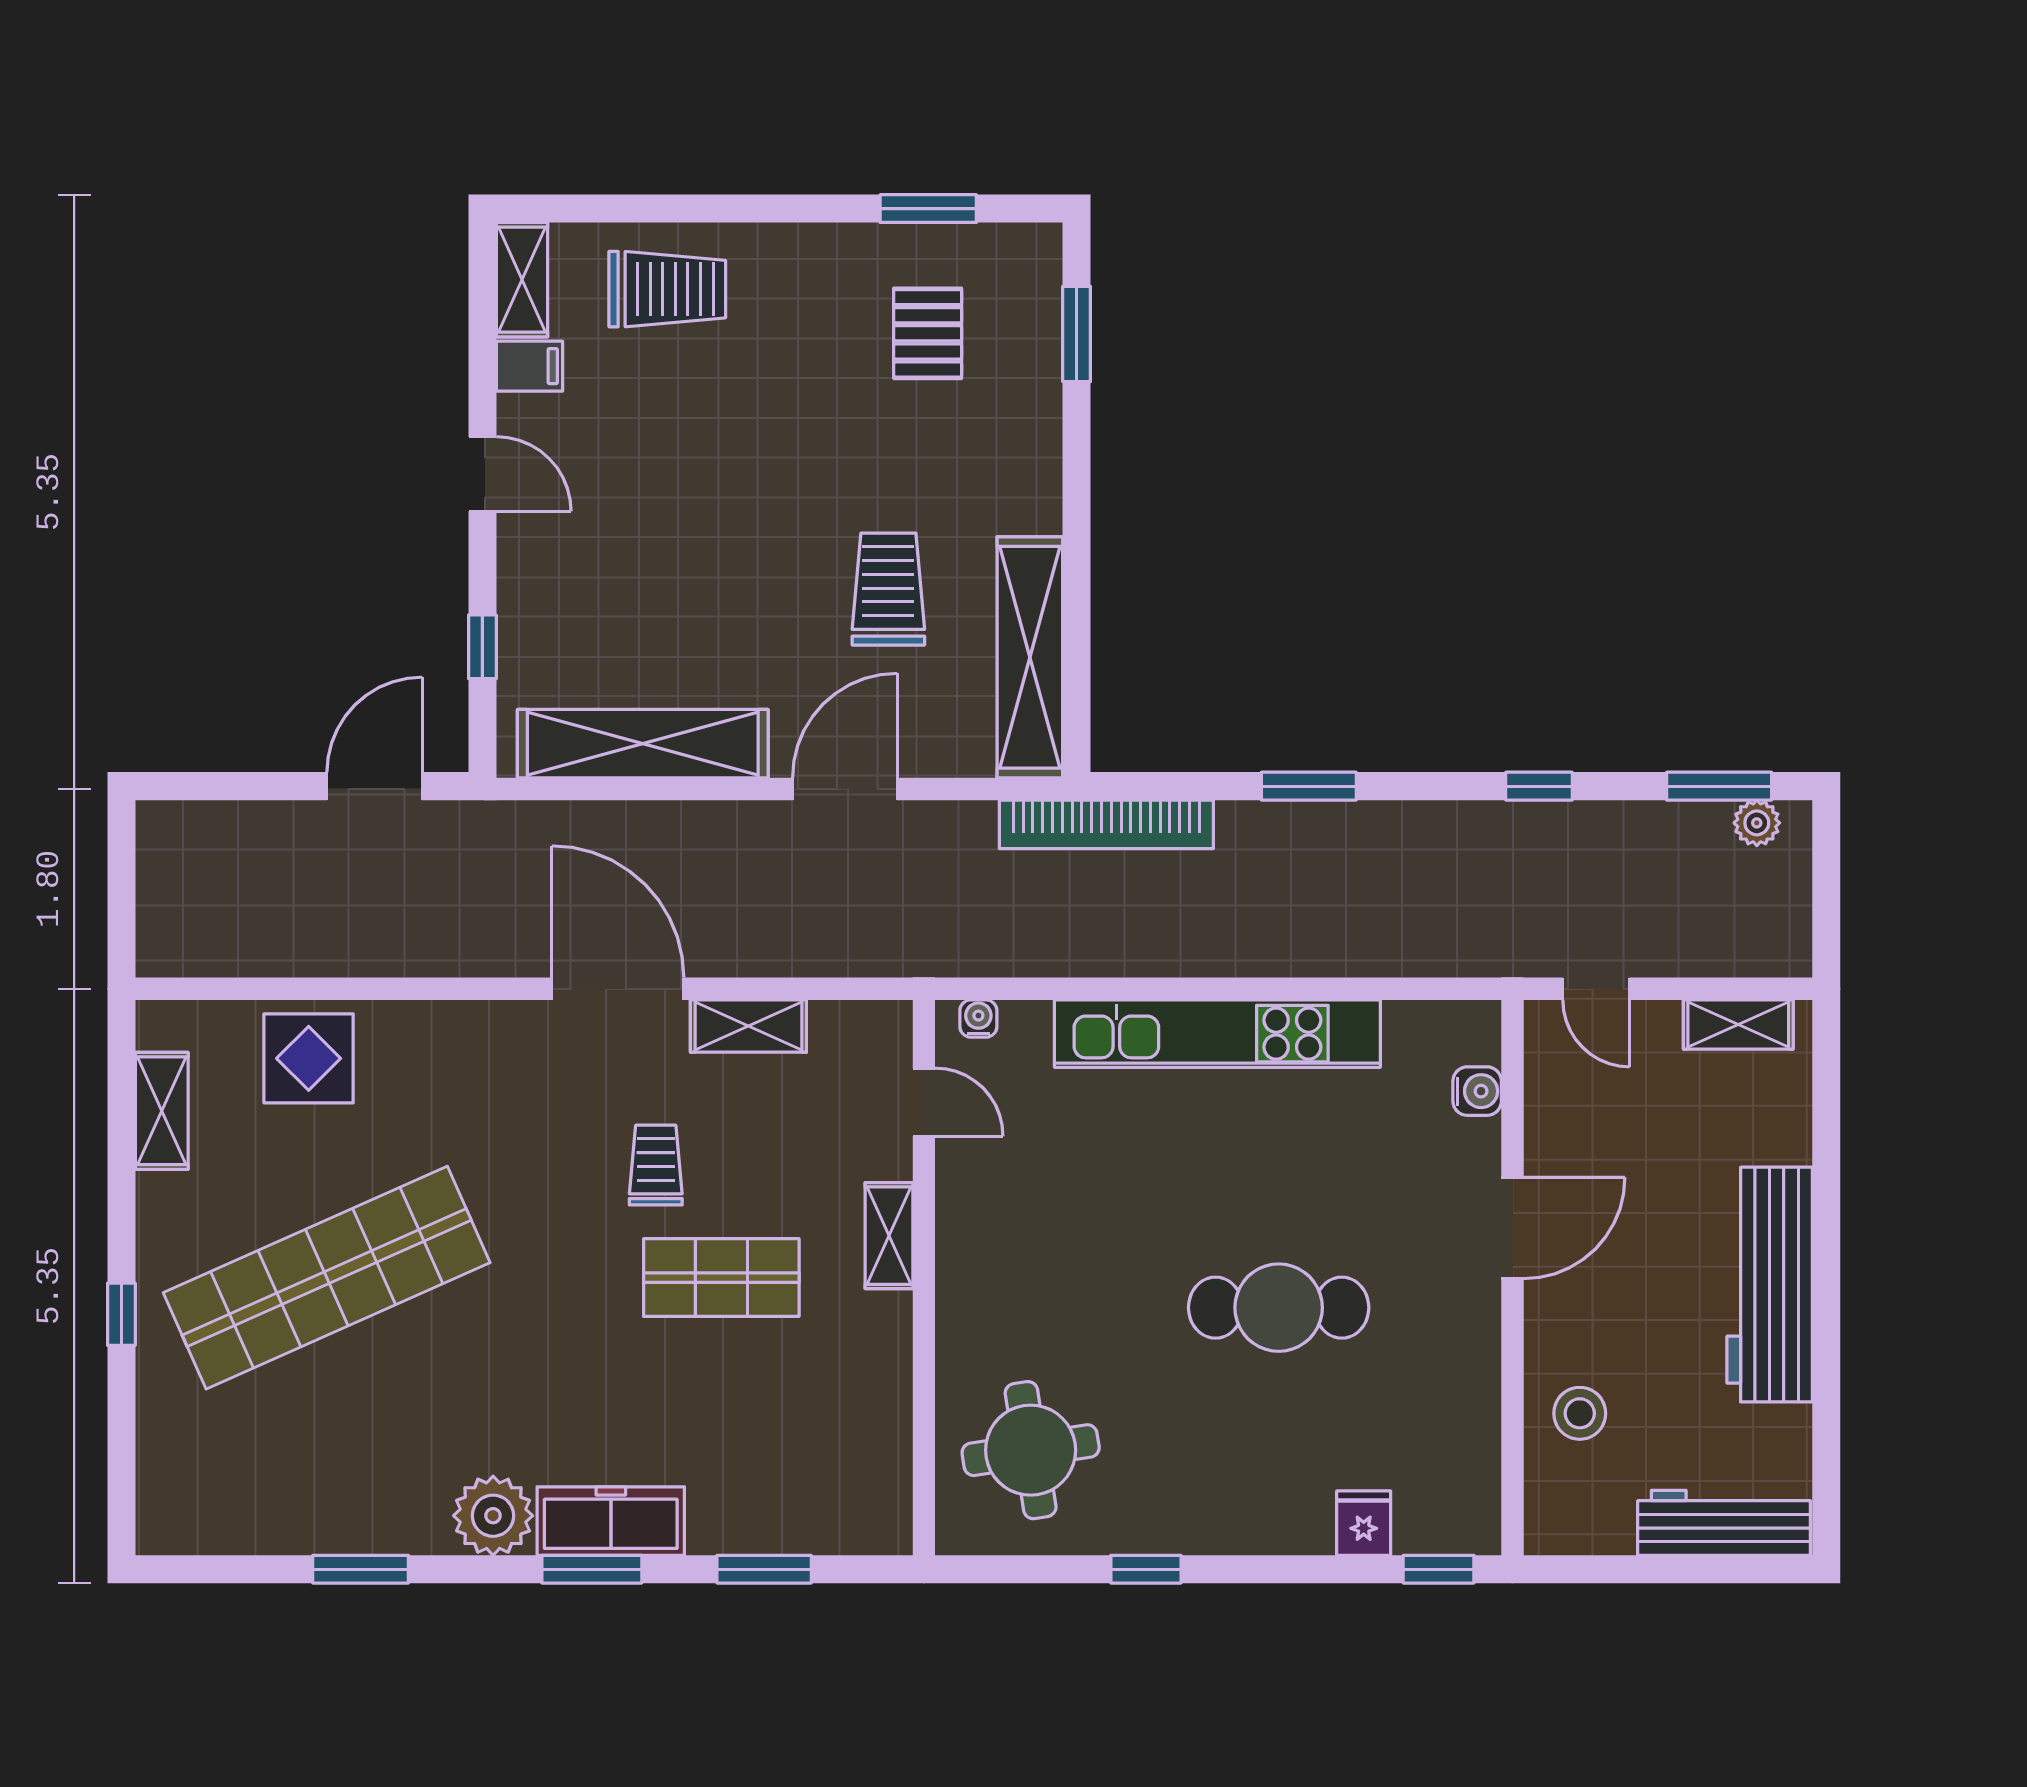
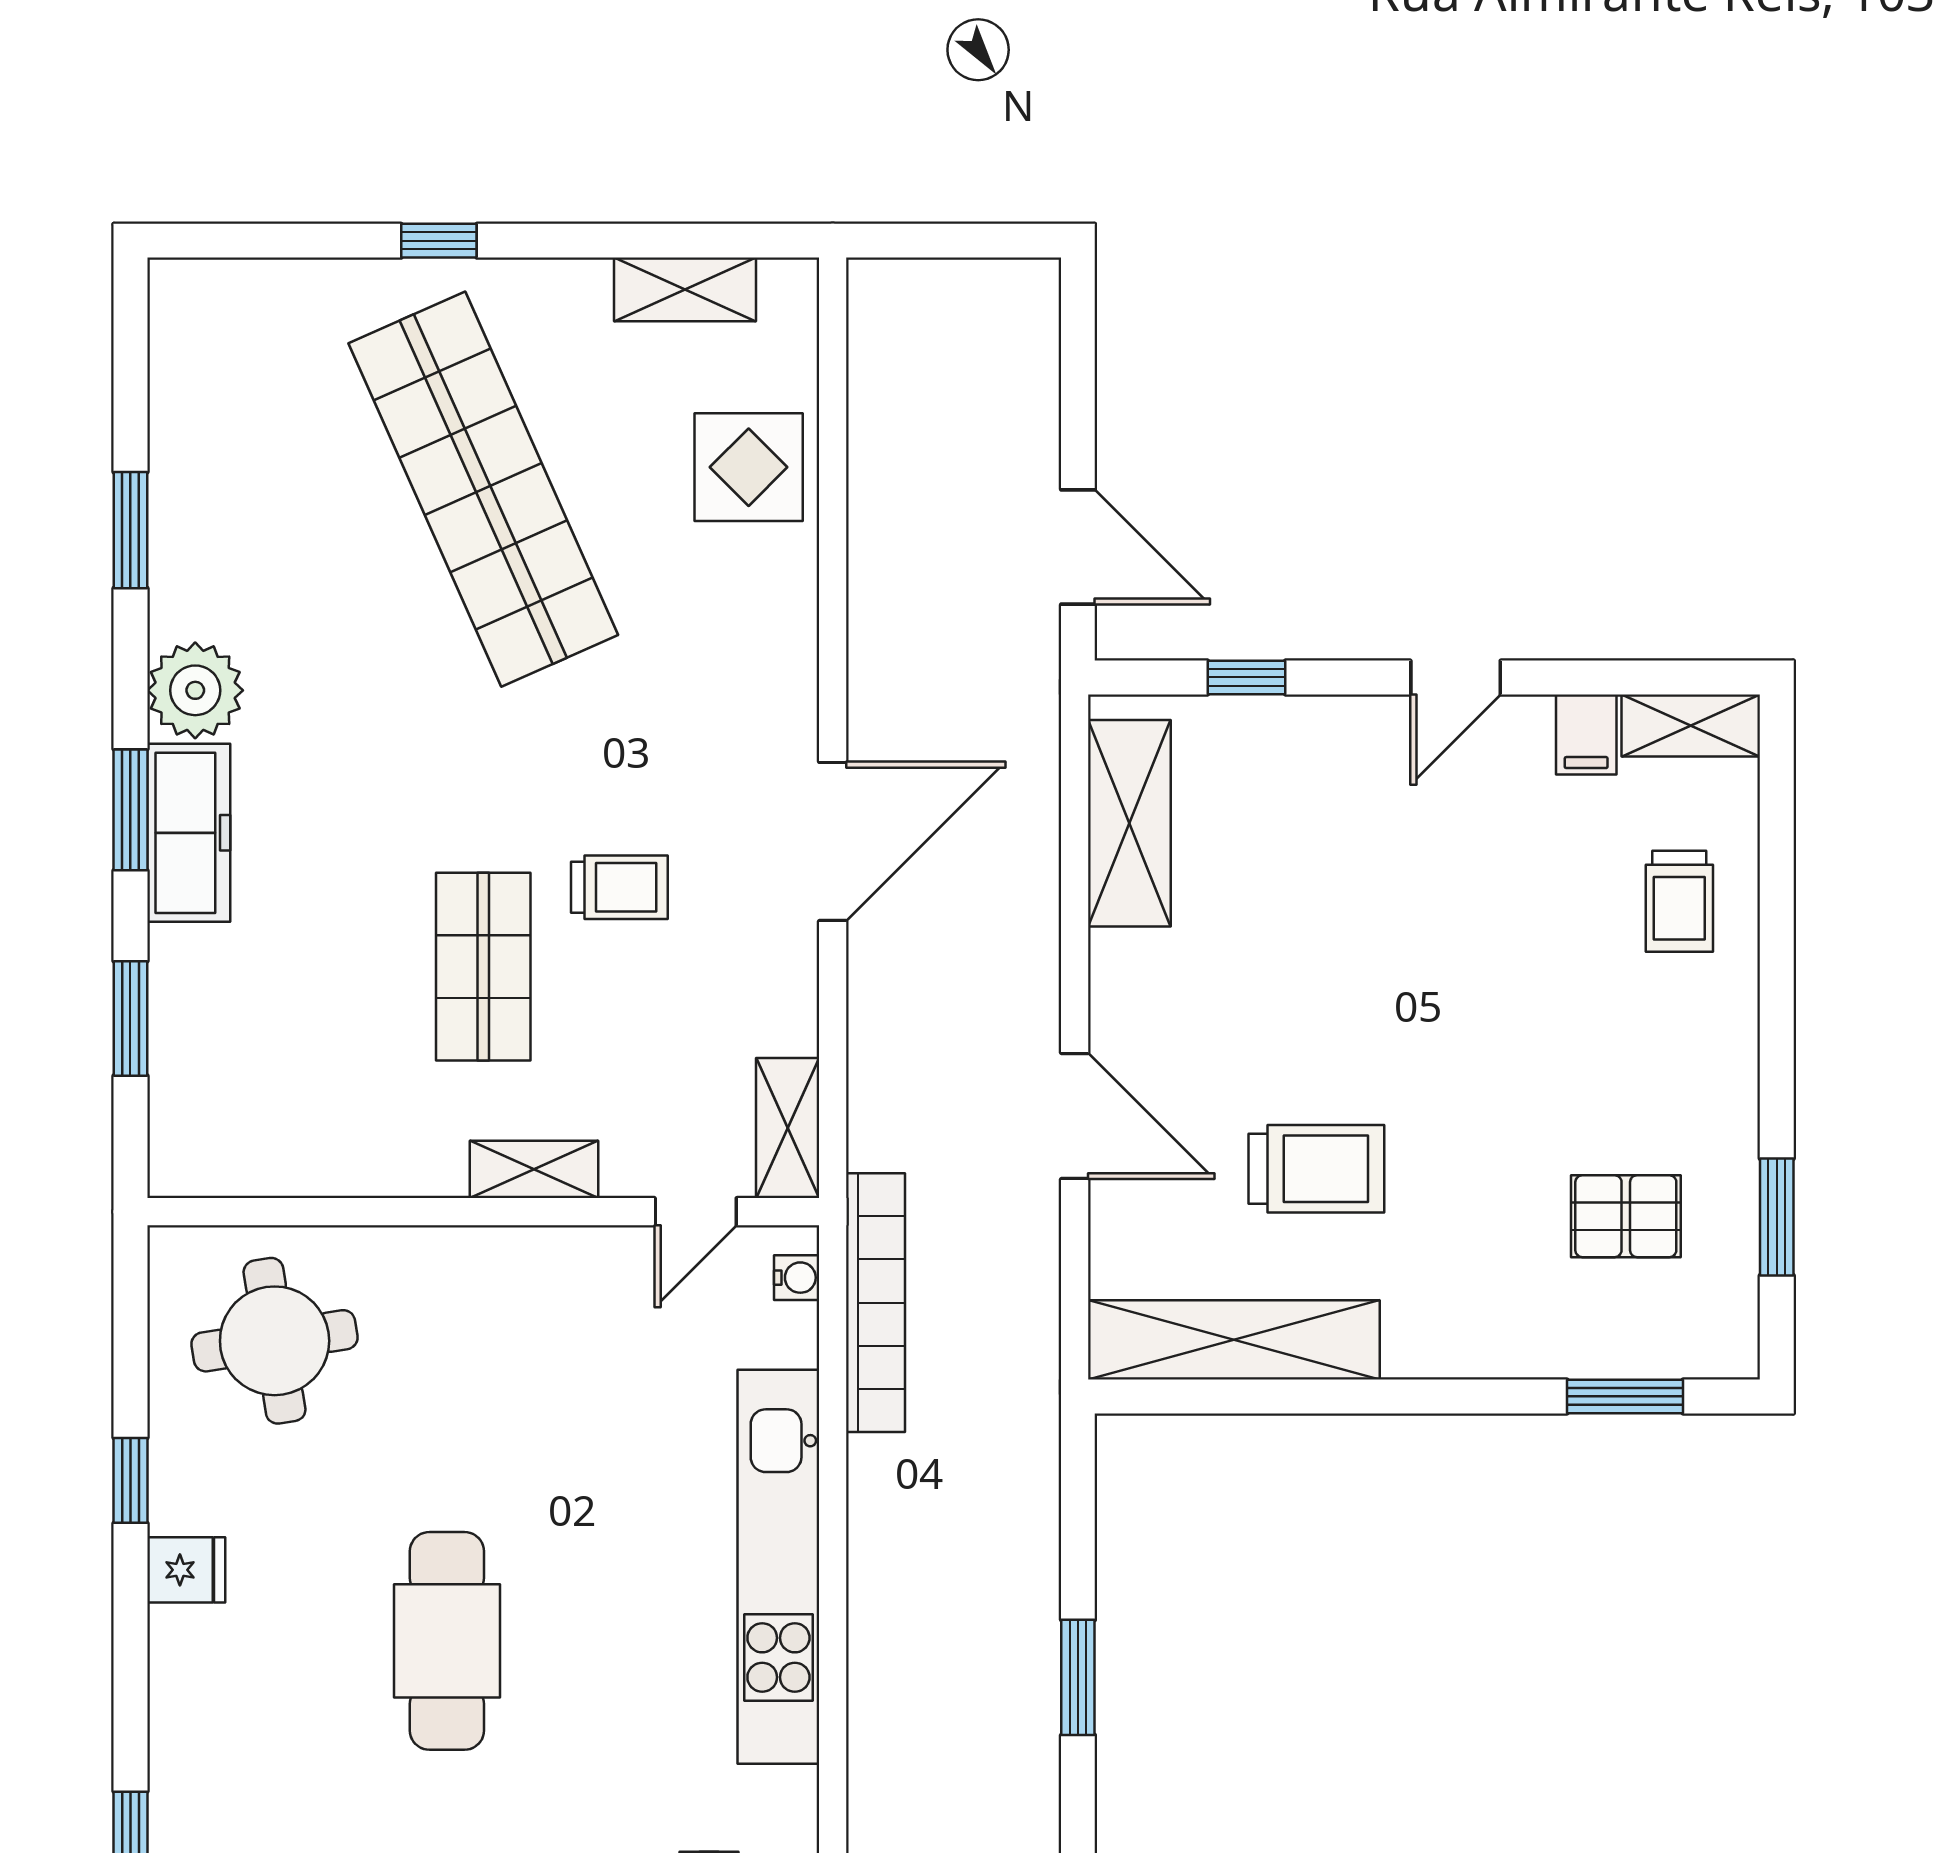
trolley: (667, 289) -> (1679, 901), width x0.73, depth x0.72
shelving: (643, 744) -> (1129, 823), width x0.68
bookcase: (1106, 824) -> (876, 1303), moved, turned 180
shelving: (748, 1026) -> (788, 1128), moved
fridge: (1364, 1523) -> (186, 1570), moved

